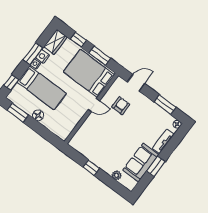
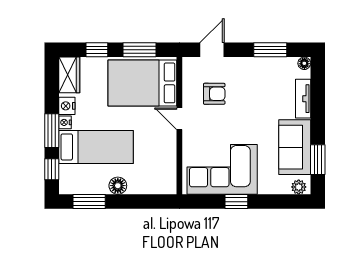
window: (33, 54) -> (52, 131), moved
door: (94, 105) -> (179, 119), swing flipped
armchair: (121, 106) -> (214, 94), turned 90
corner sofa: (96, 146) -> (222, 169), added
window: (156, 166) -> (318, 160), moved
plant: (117, 175) -> (299, 187), moved

